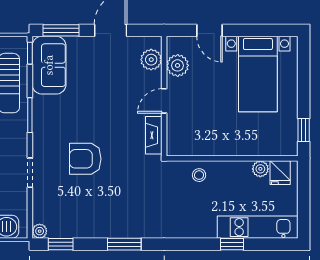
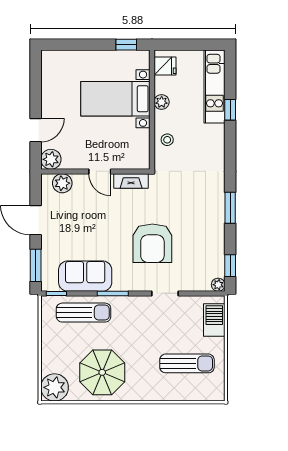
sofa: (49, 65) -> (85, 276), moved
plant: (178, 65) -> (51, 159), moved
bed with nightstands: (258, 74) -> (115, 99), moved, turned 180
armchair: (85, 159) -> (152, 243), width x1.36, depth x1.36
plant: (260, 169) -> (162, 102), moved

